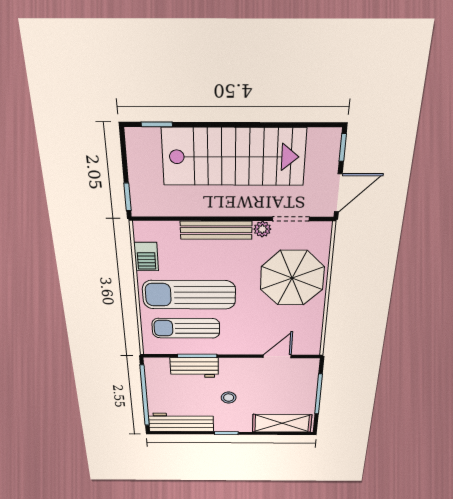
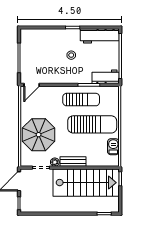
stairs: (234, 157) -> (86, 183), moved, turned 180
bench: (216, 230) -> (73, 162), width x0.73
sun lounger: (186, 328) -> (81, 100), moved
door: (277, 356) -> (32, 85), moved
workbench: (194, 368) -> (106, 77), moved
shelving: (282, 423) -> (39, 36), removed

